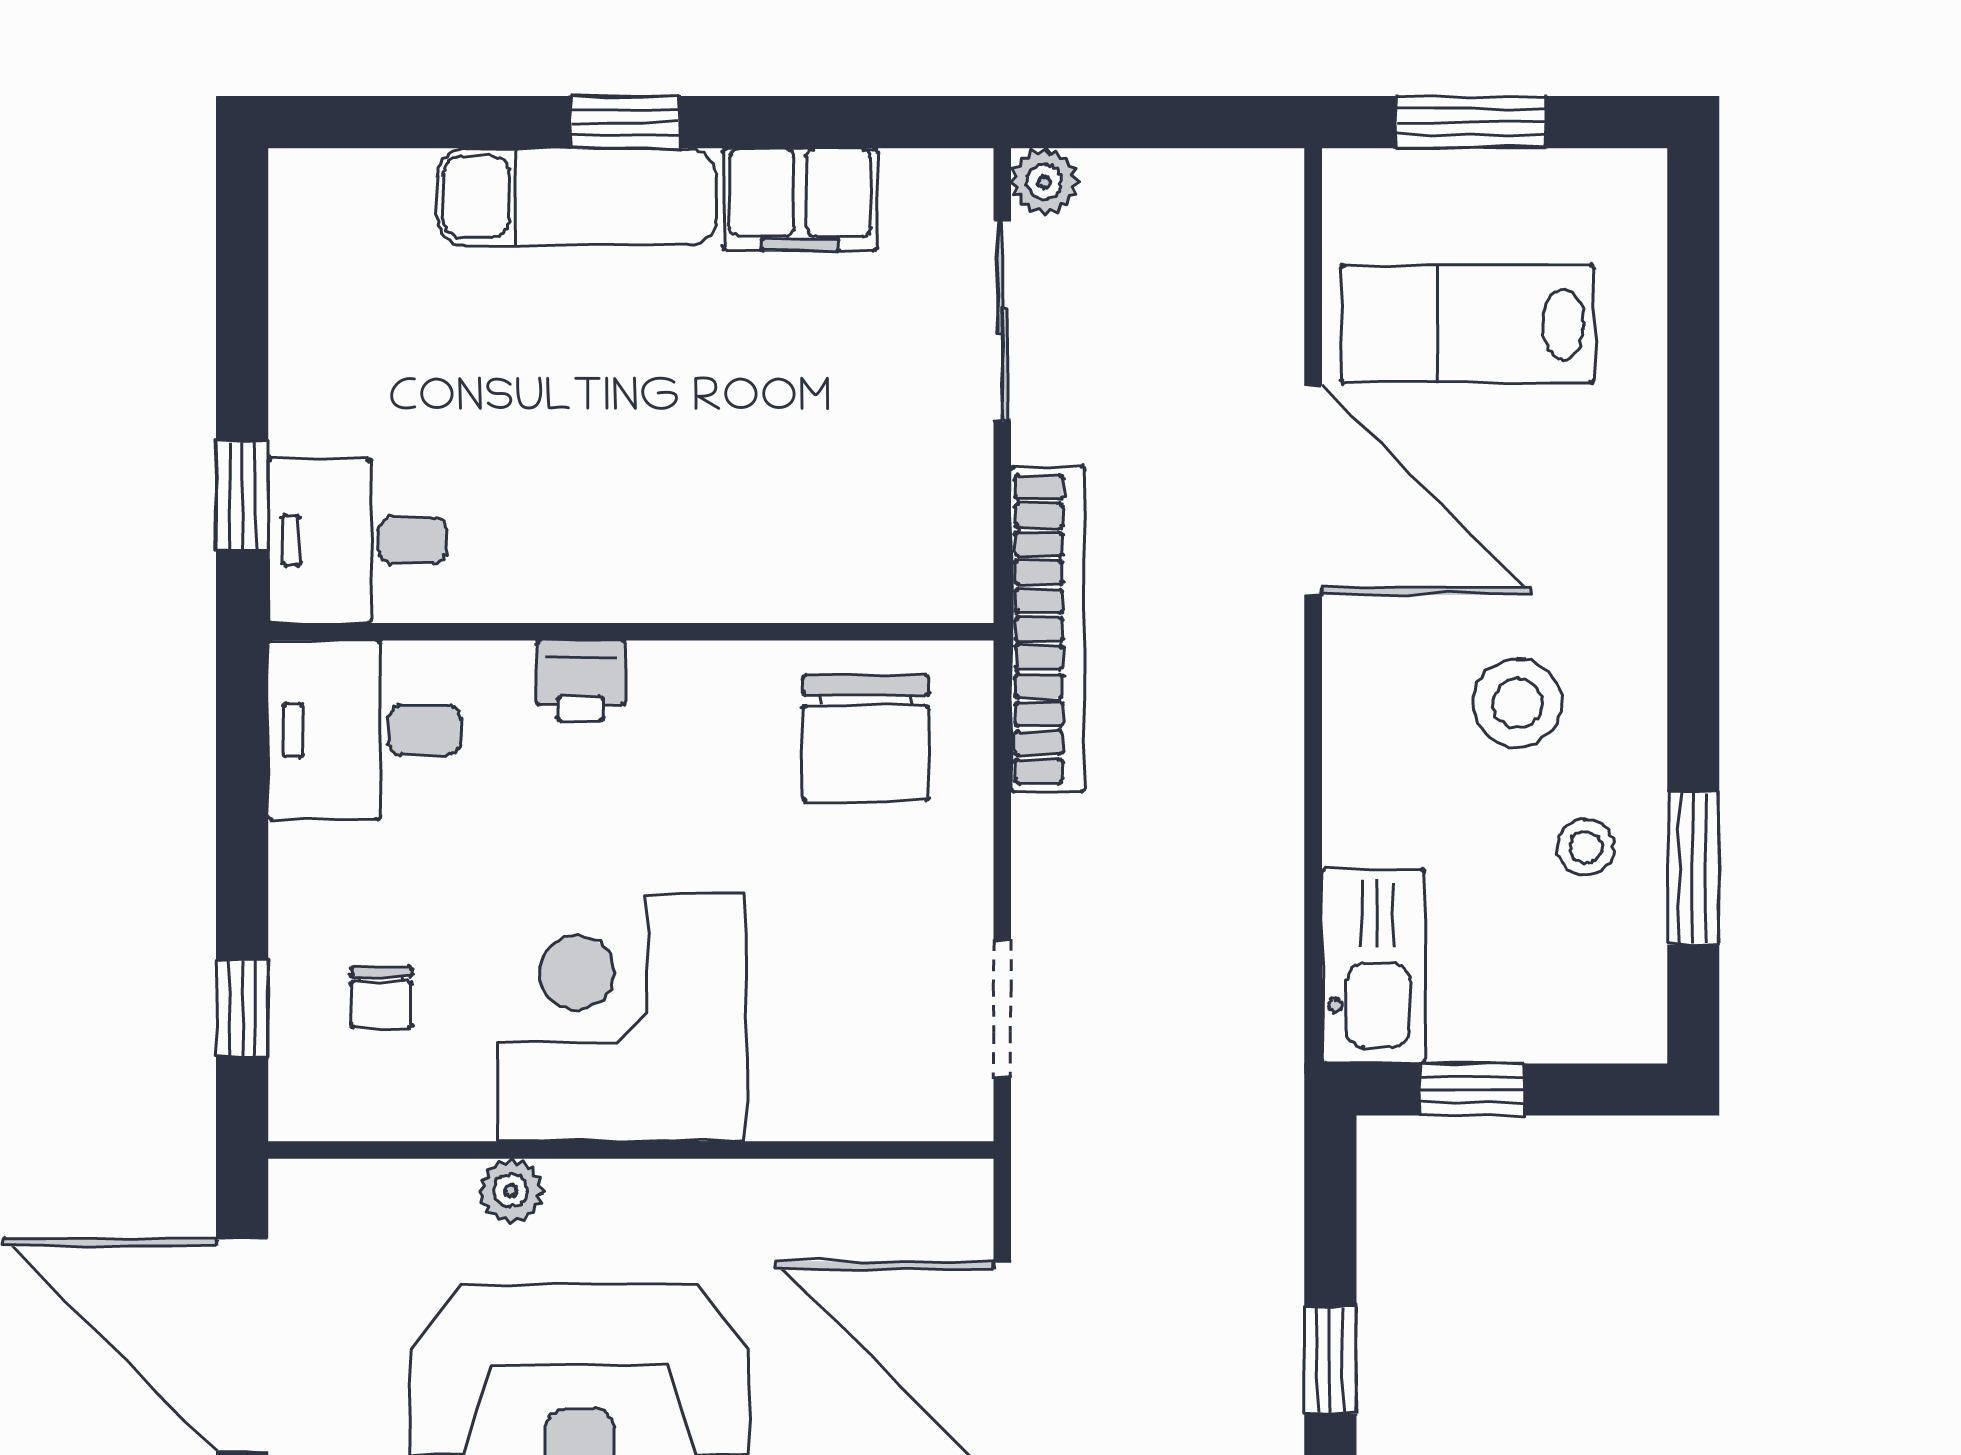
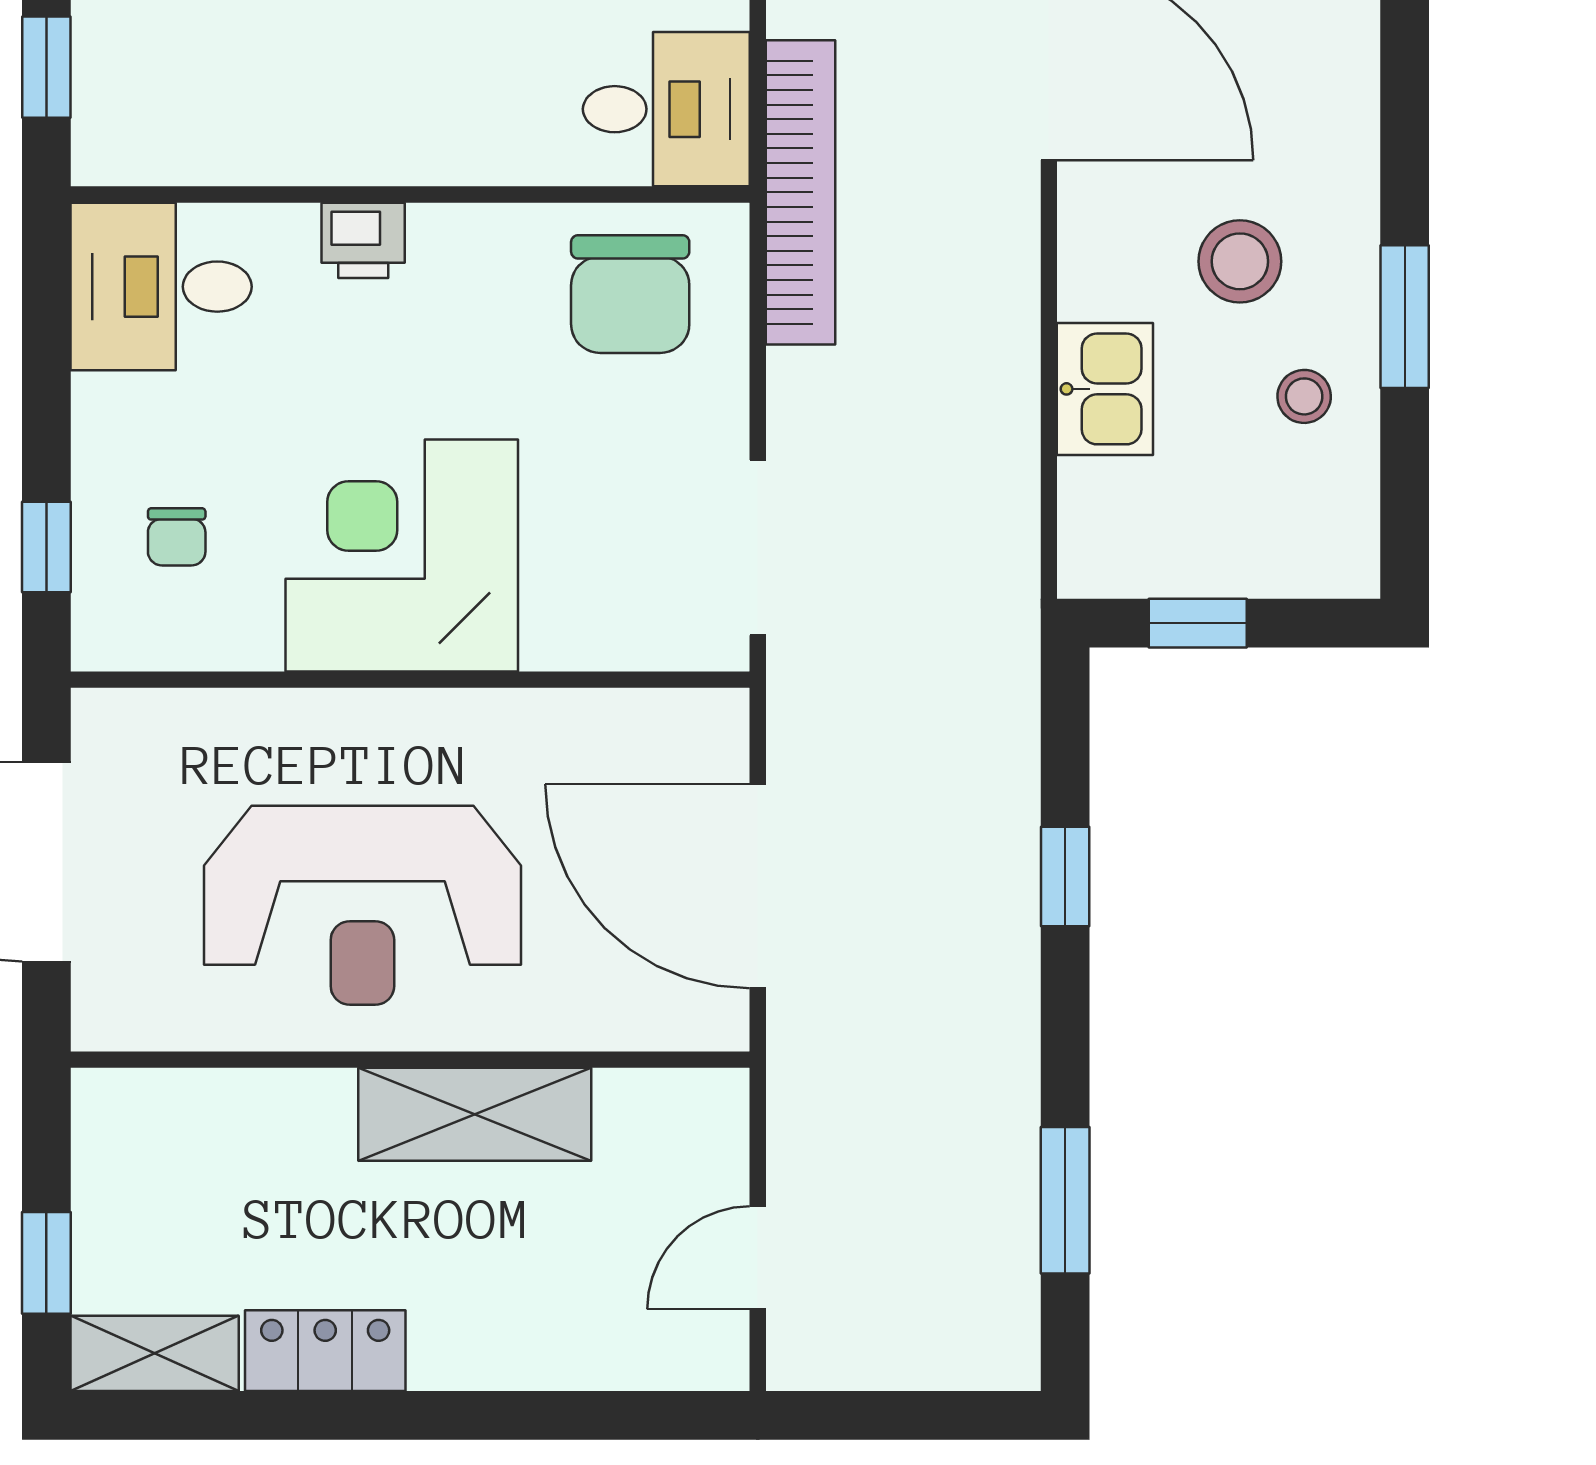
desk: (357, 540) -> (666, 109), moved, turned 180
window: (1693, 868) -> (1405, 317), moved
kitchen sink: (1373, 966) -> (1105, 389), moved, width x0.73
doorway: (1002, 1009) -> (758, 548), width x1.38
plant: (511, 1191) -> (298, 718), removed

